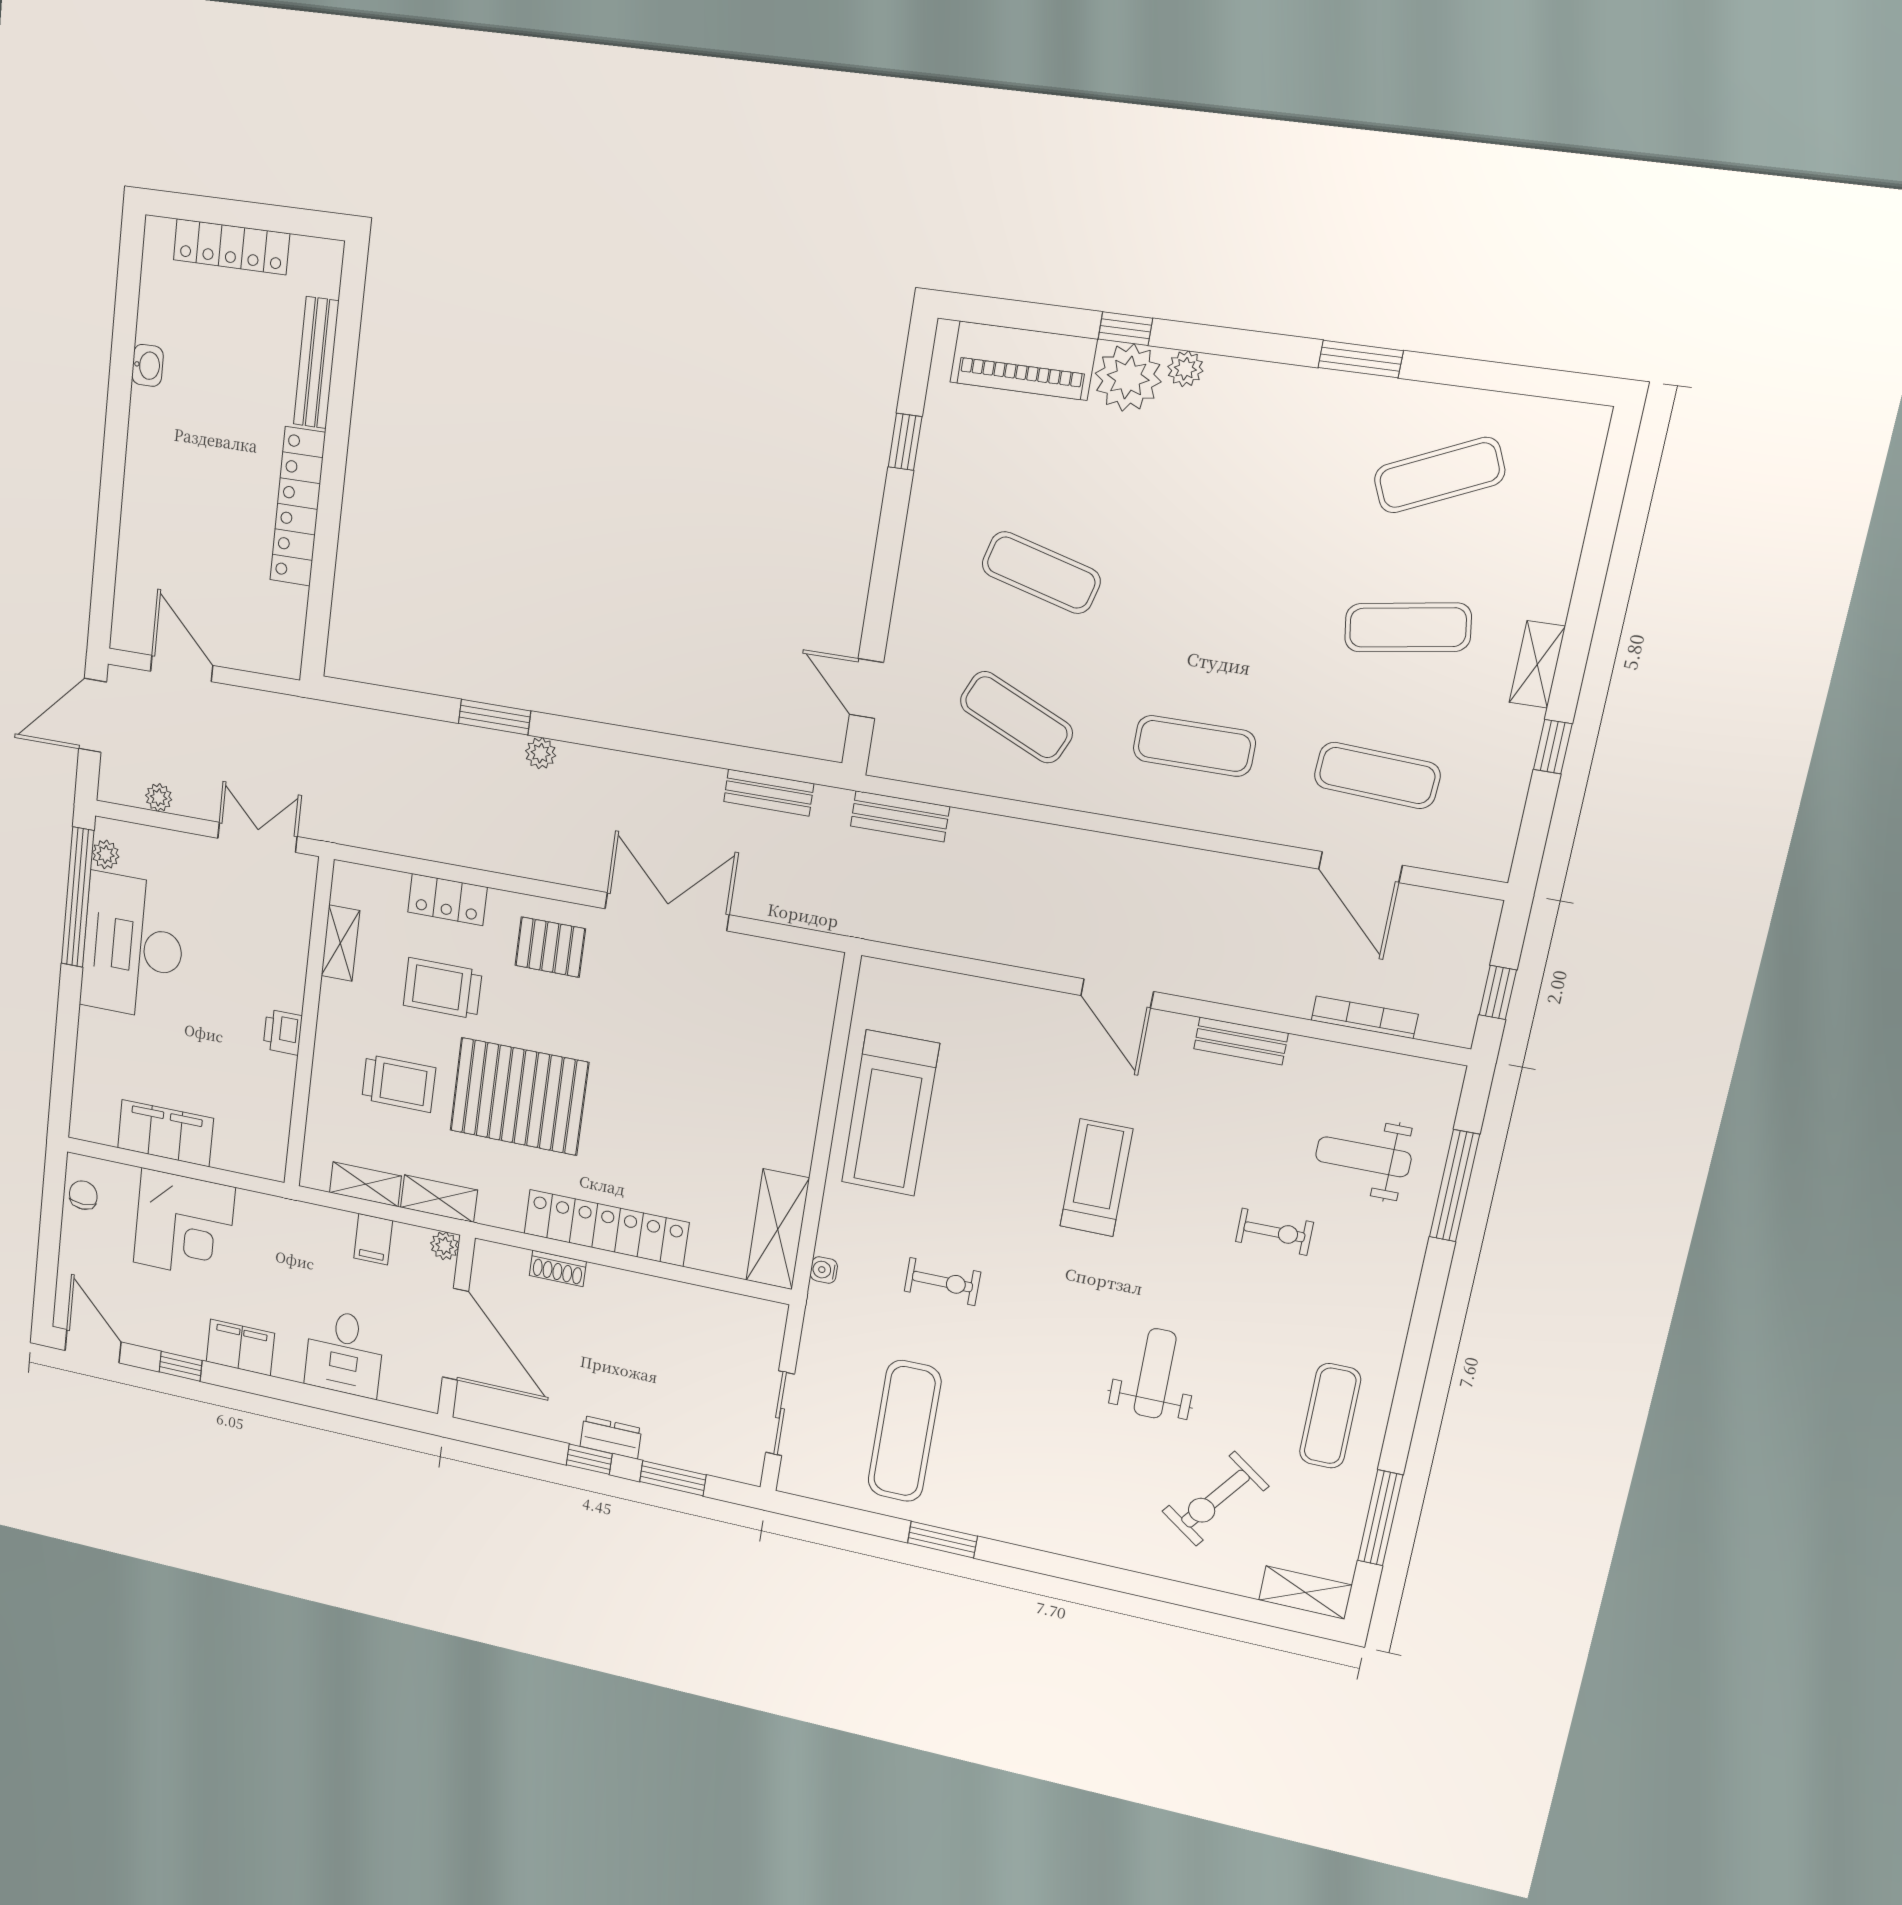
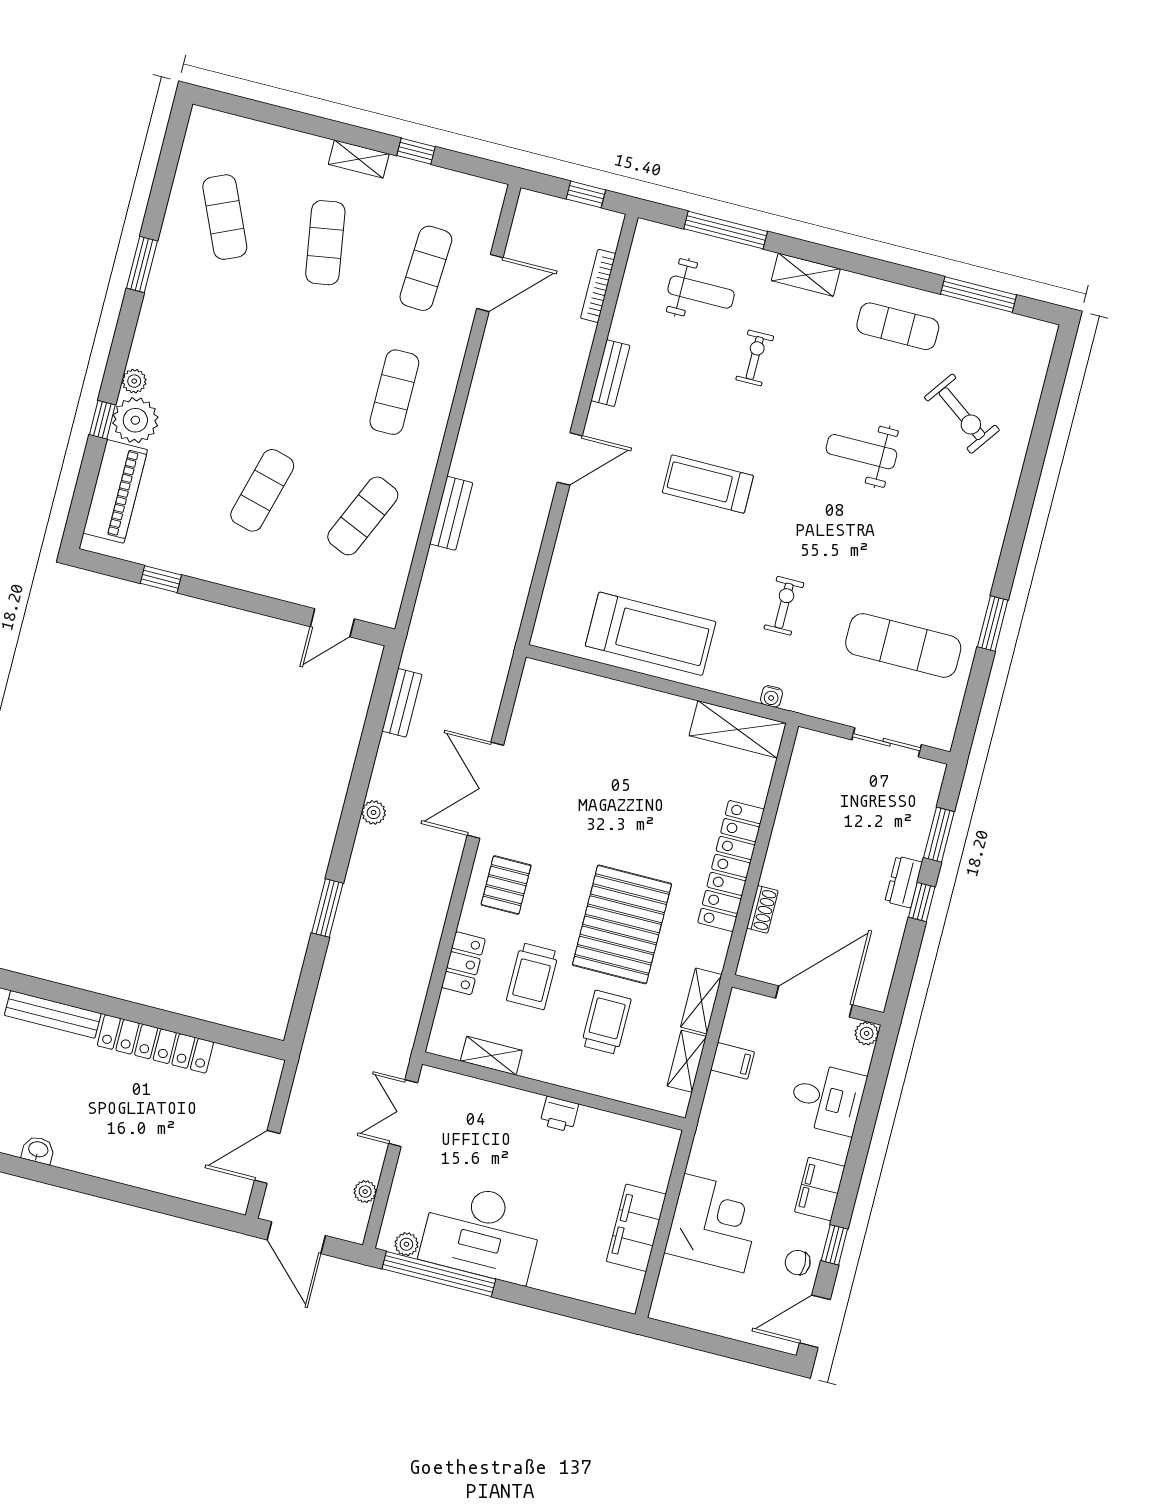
plant: (541, 753) -> (374, 812), moved
bench: (900, 816) -> (451, 513), moved
weight bench: (1363, 1157) -> (701, 292), turned -90
chair: (83, 1195) -> (798, 1263), moved
plant: (445, 1246) -> (867, 1033), moved
shelving: (1305, 1593) -> (806, 275), moved, turned 90

